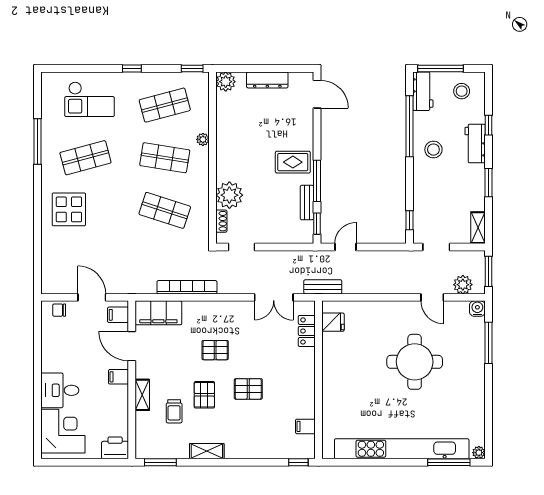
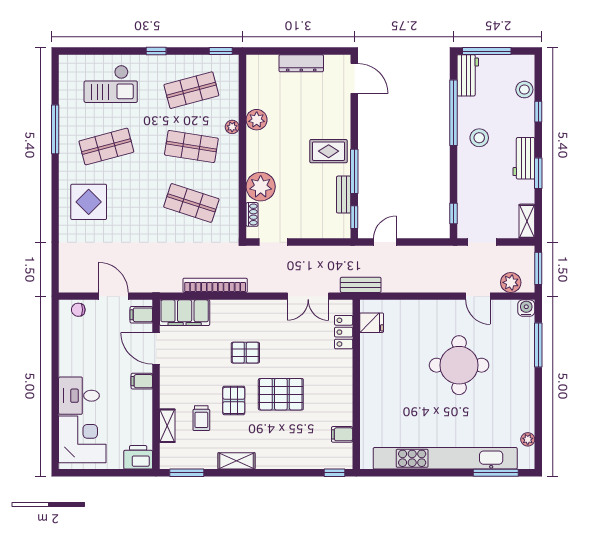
plant: (226, 82) -> (257, 120), moved
stool: (462, 91) -> (524, 90), moved
workbench: (475, 144) -> (524, 158), moved
pallet: (248, 389) -> (281, 394), width x1.50, depth x1.42
shelving: (142, 395) -> (167, 426), moved
plant: (479, 453) -> (528, 439), moved

